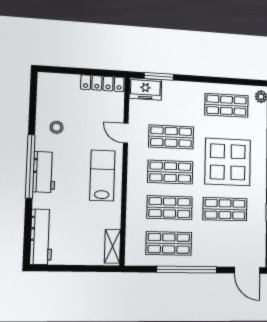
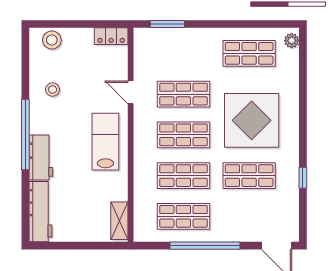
locker: (102, 83) -> (111, 36), width x0.66
stool: (58, 84) -> (52, 40), added
freezer: (145, 89) -> (152, 40), removed
workbench: (44, 172) -> (41, 157), moved

